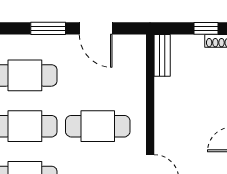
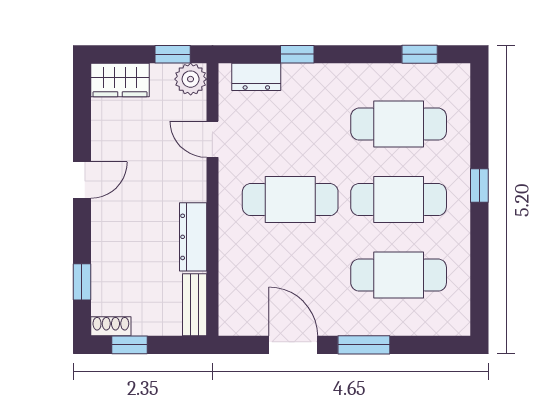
dresser: (163, 101) -> (193, 237), added

